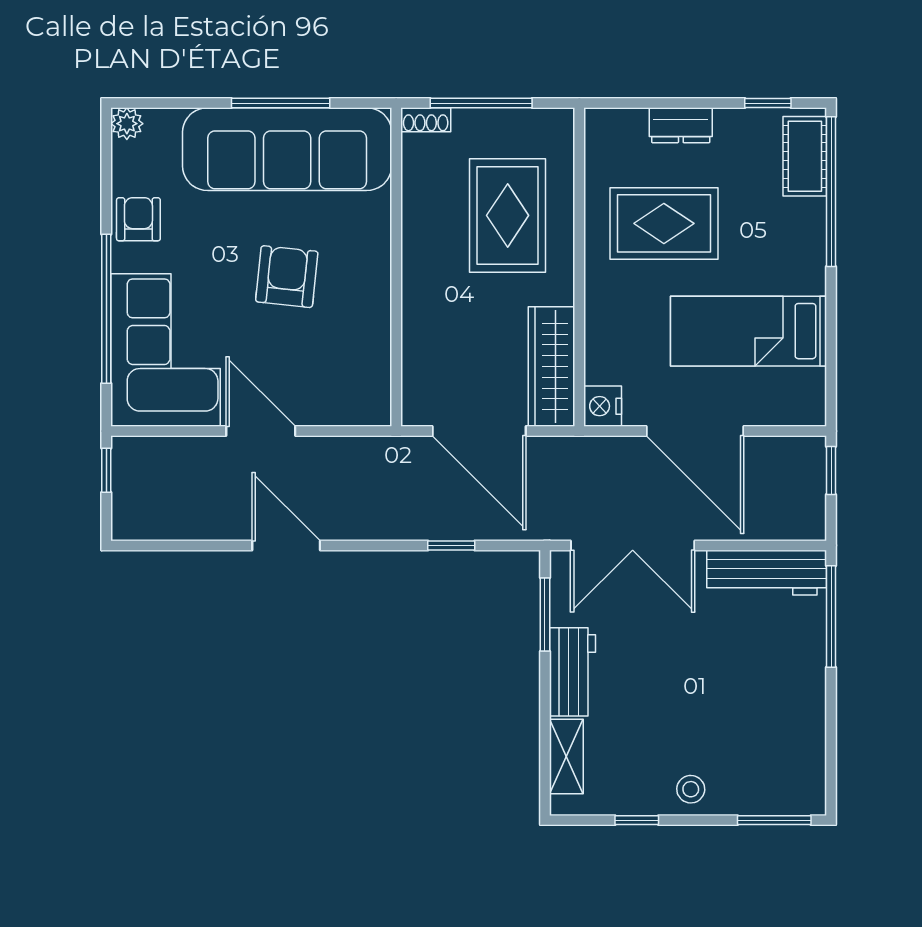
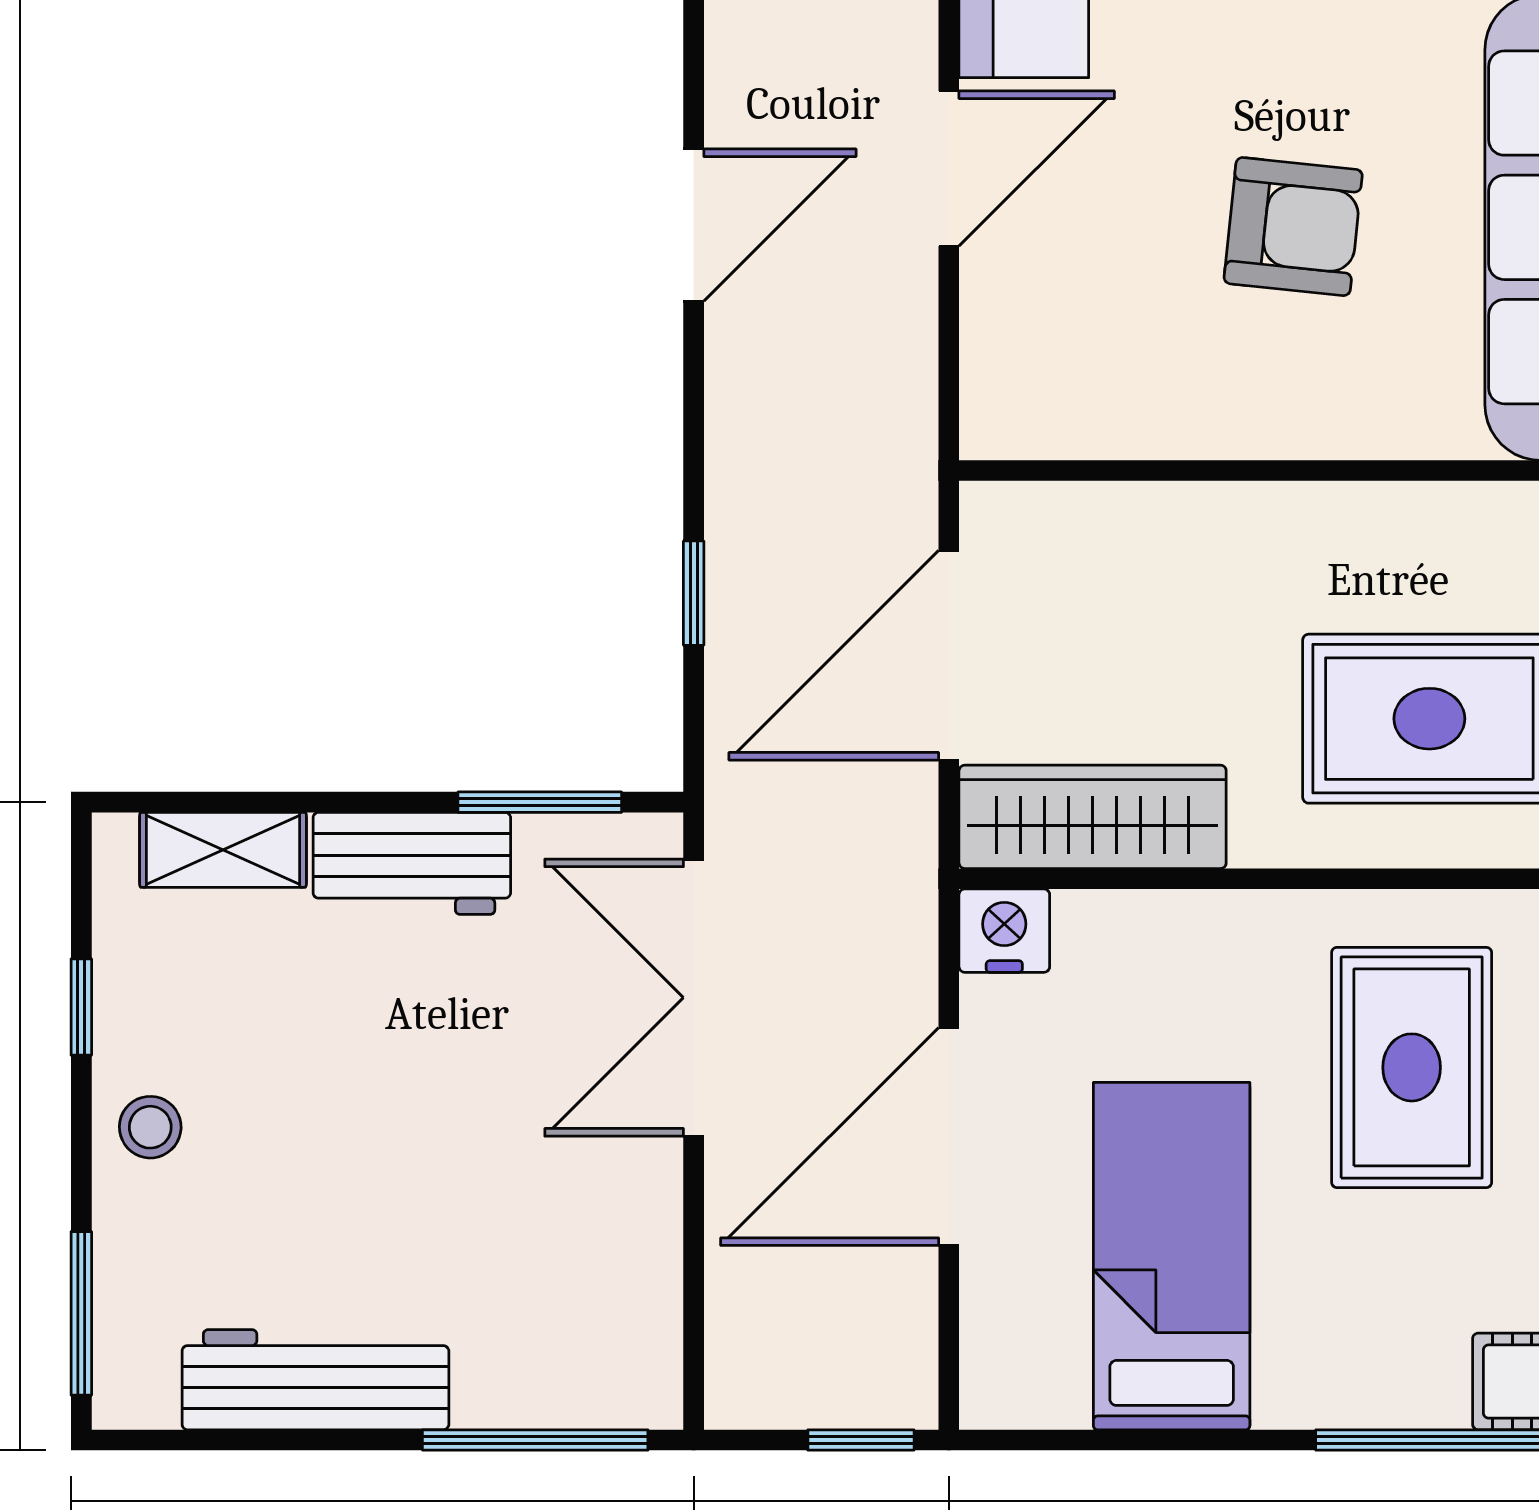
workbench: (767, 573) -> (315, 1380), moved, turned 90

